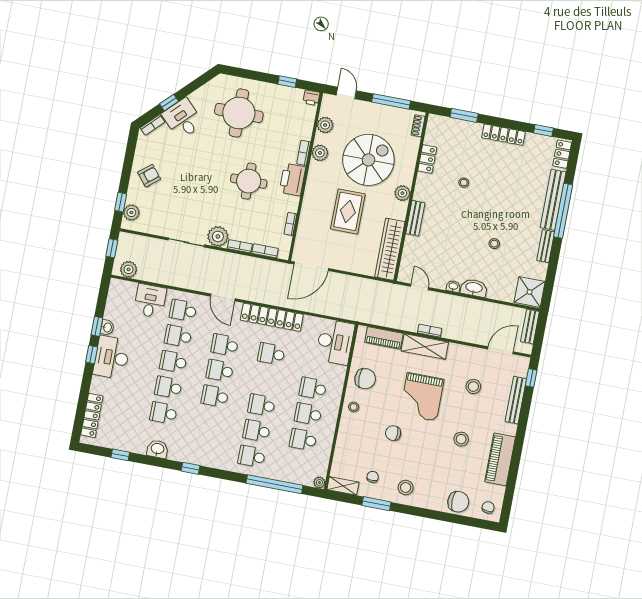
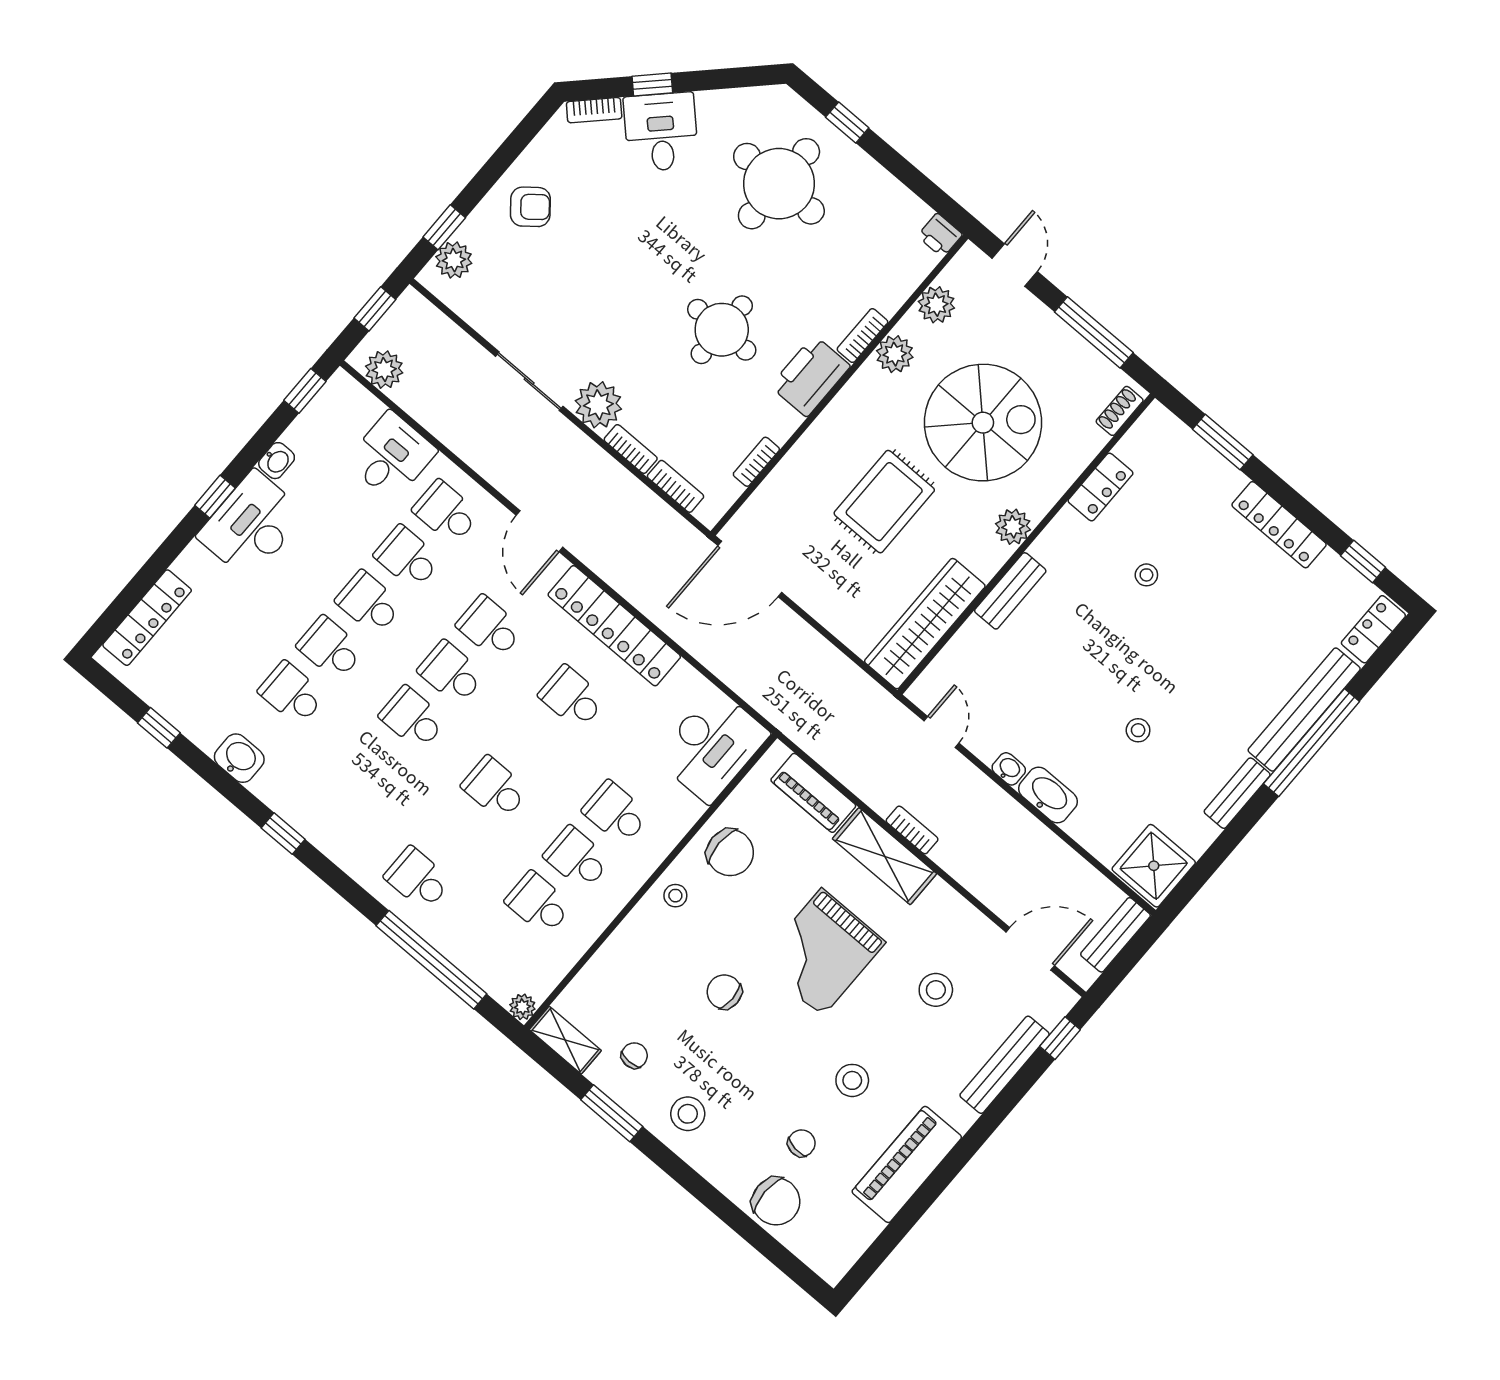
window: (287, 82) -> (847, 122), moved
window: (97, 326) -> (305, 391), moved
school desk: (257, 431) -> (456, 833), removed
chair: (488, 507) -> (802, 1143), moved

